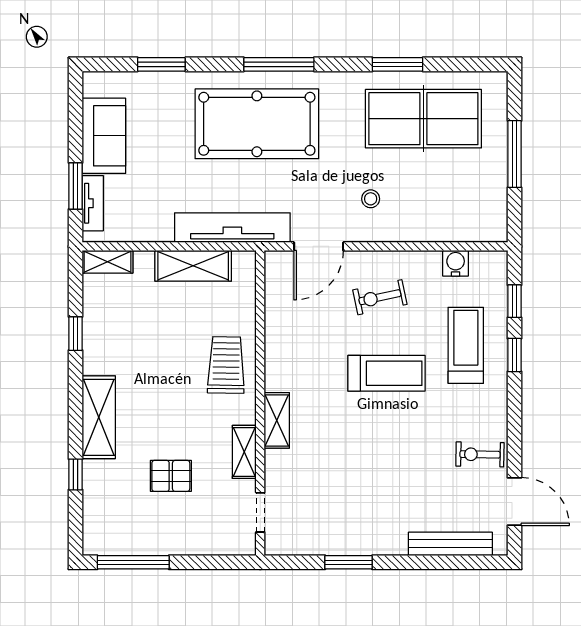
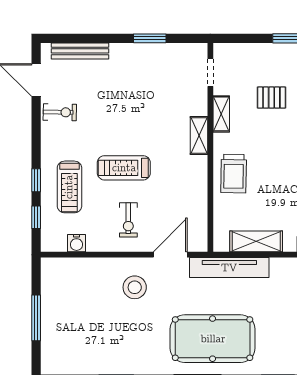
table tennis table: (423, 119) -> (99, 342), removed
stool: (371, 199) -> (135, 287), width x1.89, depth x1.89
exercise bike: (380, 297) -> (128, 220), turned 102

